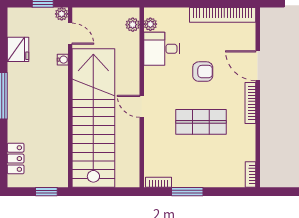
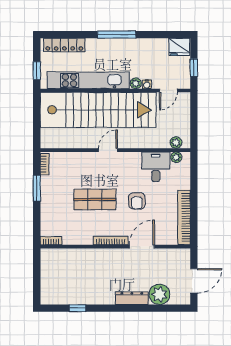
plant: (62, 14) -> (136, 83), moved
fridge: (18, 49) -> (179, 47), moved
shop shelf: (201, 122) -> (95, 199), turned 90
kitchen unit: (58, 130) -> (88, 80), added
locker: (16, 159) -> (64, 45), width x1.53

